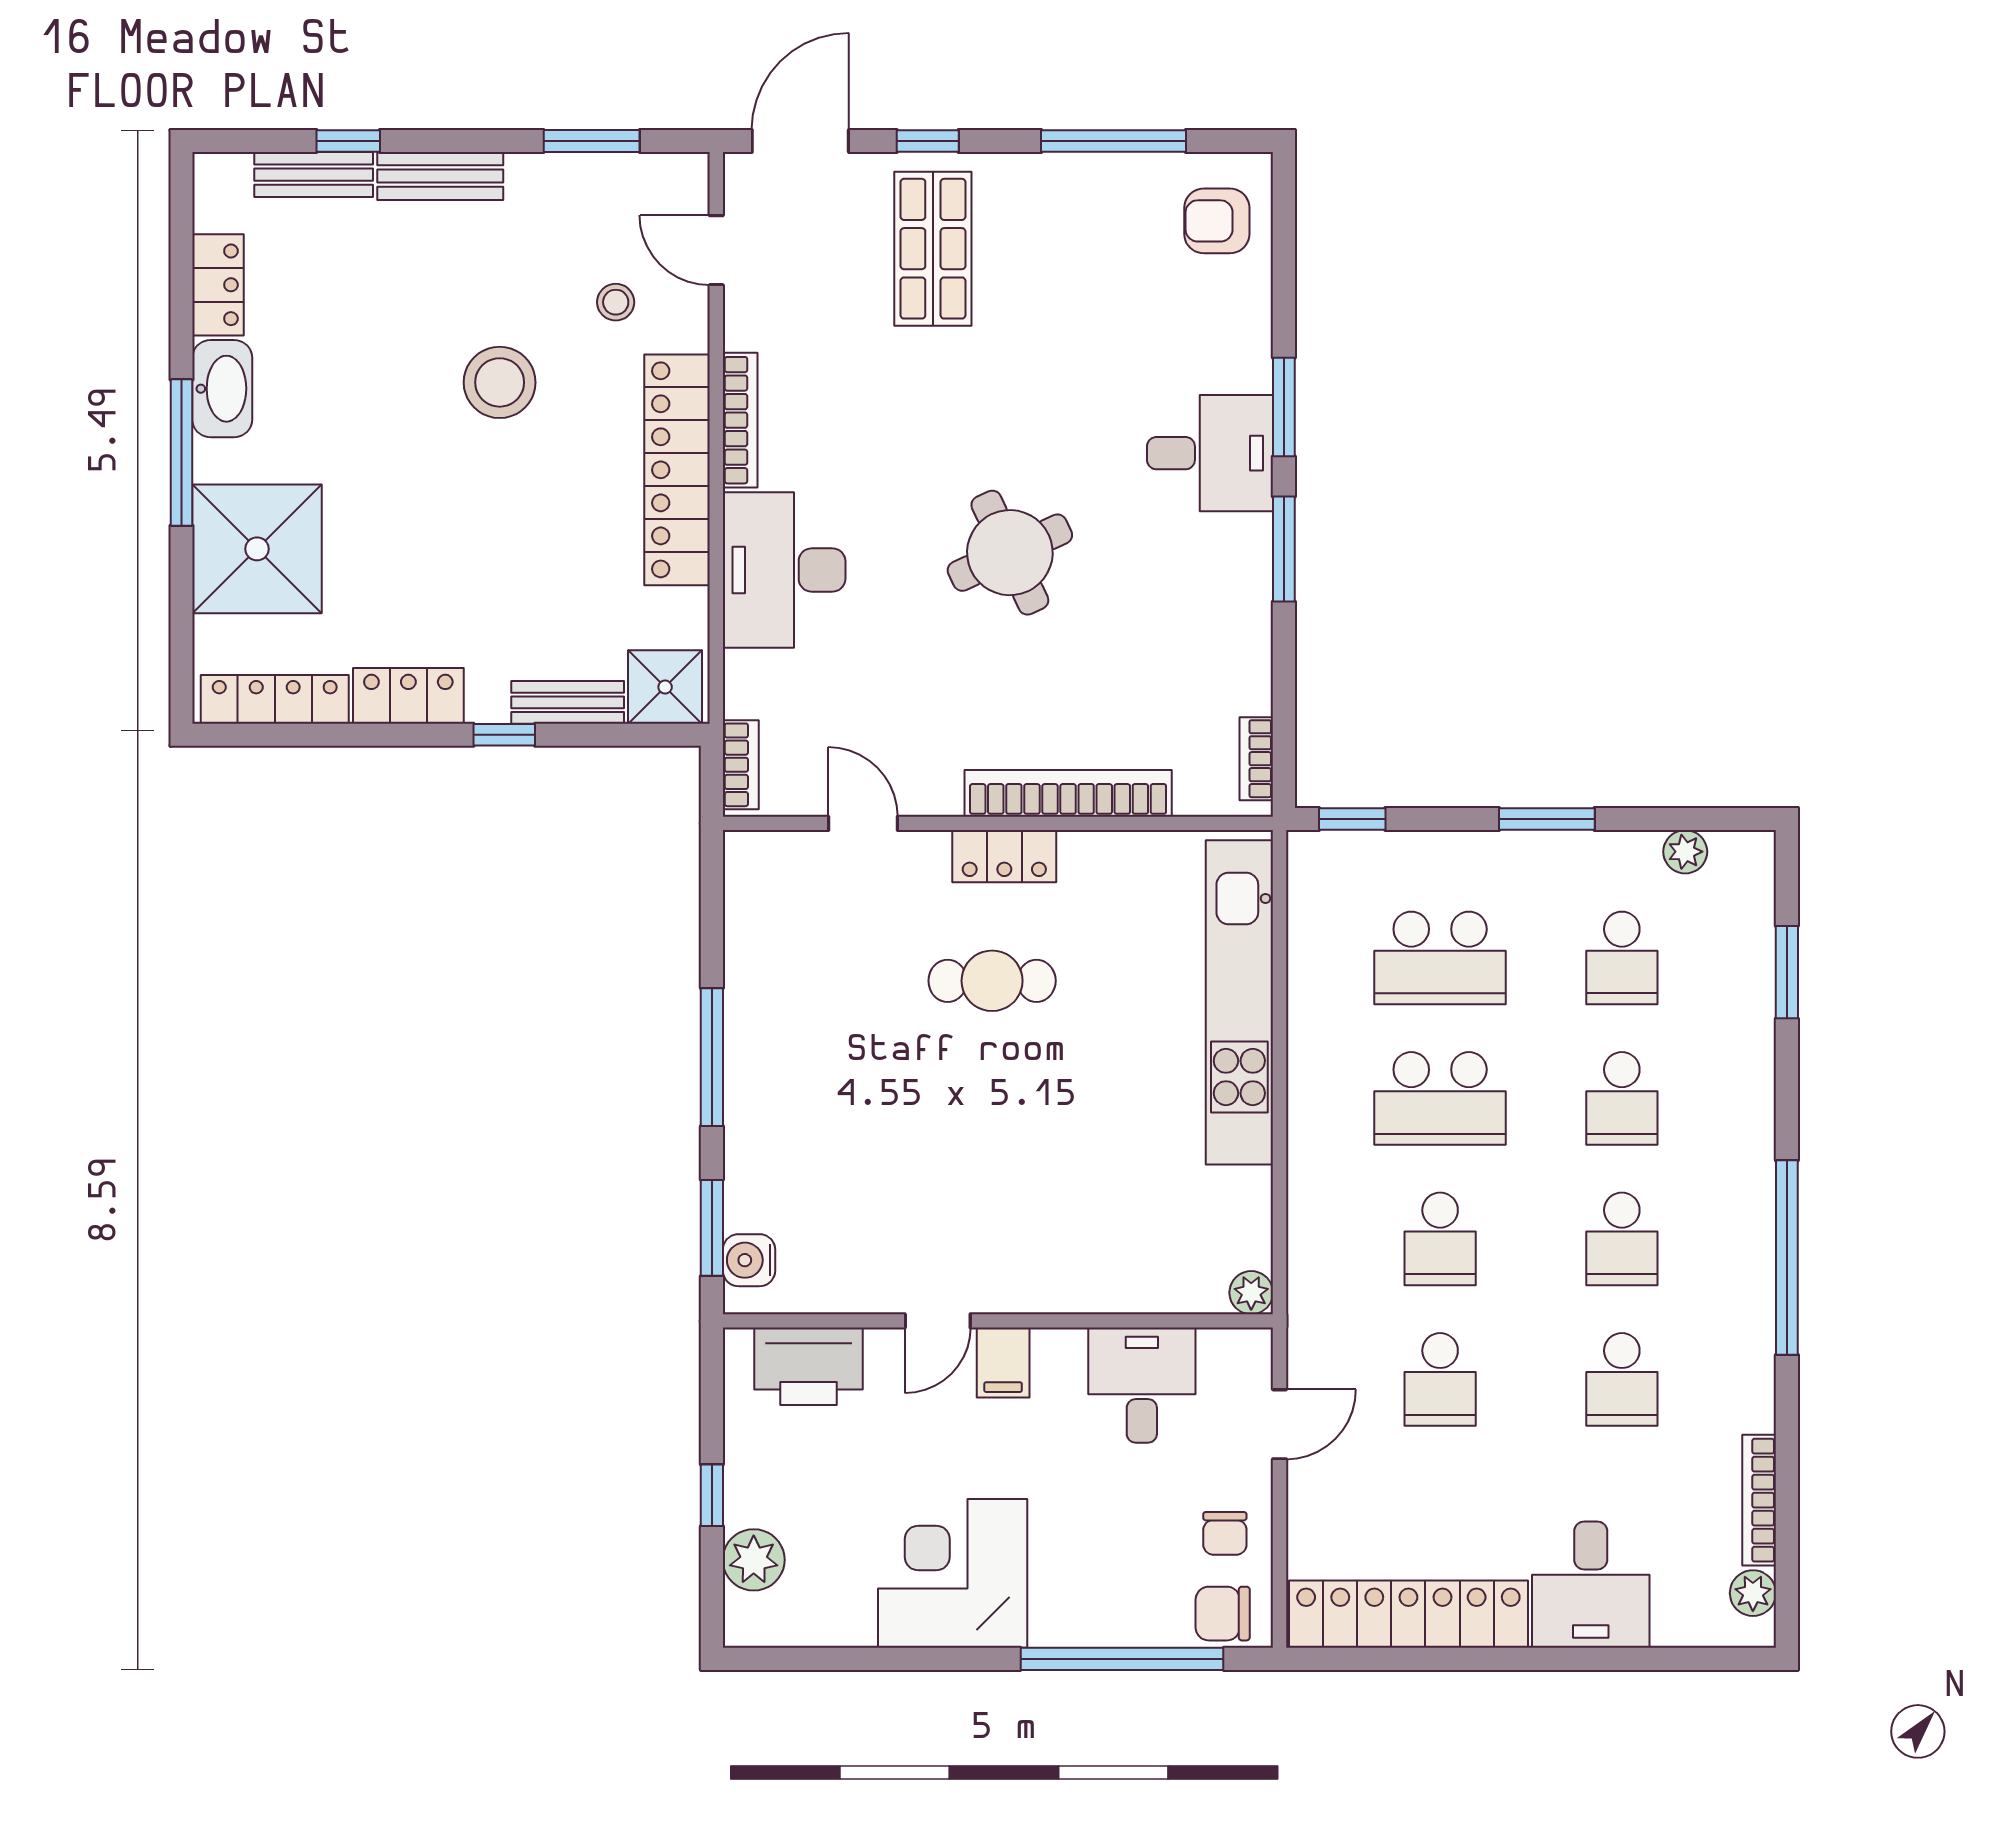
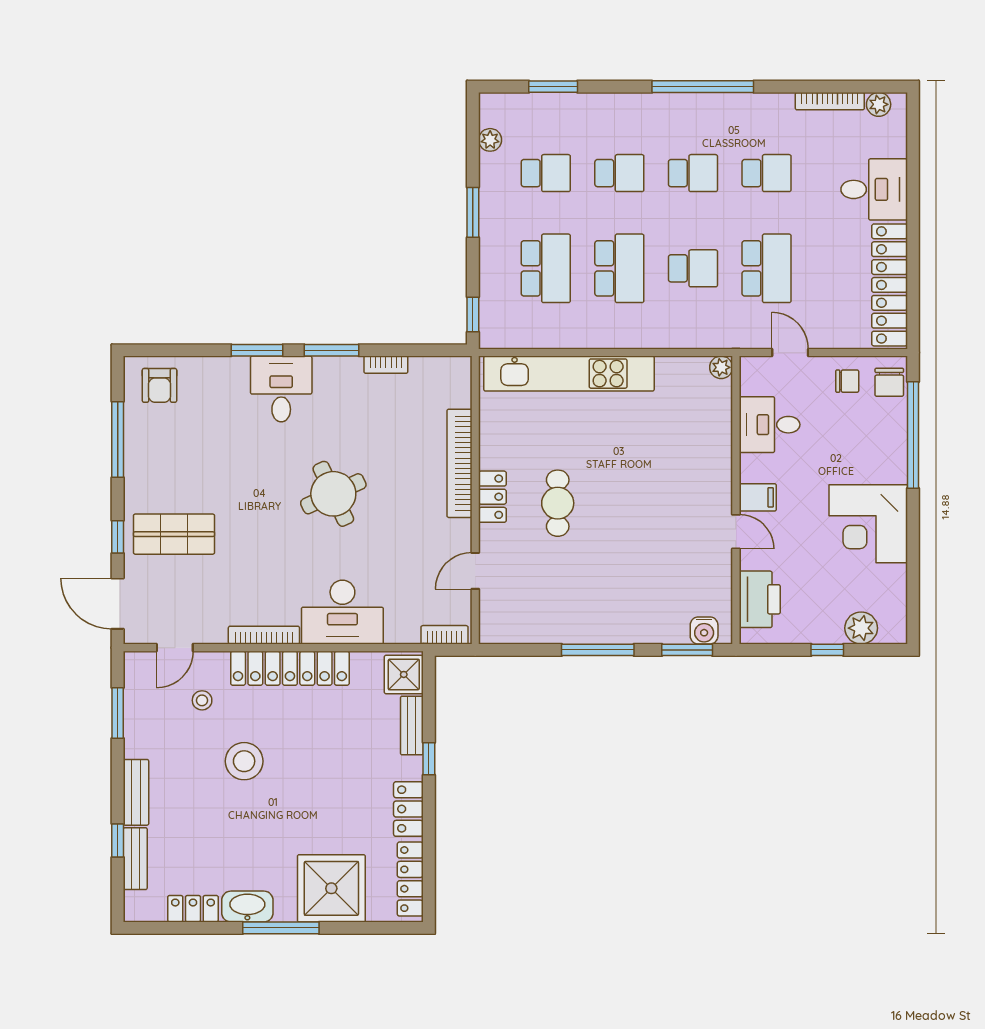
bookcase: (1256, 759) -> (386, 365), moved
school desk: (1440, 1379) -> (767, 268), width x1.85

